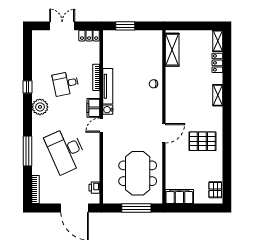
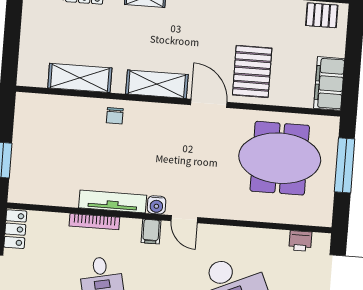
shelving: (172, 50) -> (80, 78), moved
shelving: (172, 105) -> (157, 84), added
filing cabinet: (93, 108) -> (151, 232), width x0.50
pallet: (202, 141) -> (252, 71), moved

